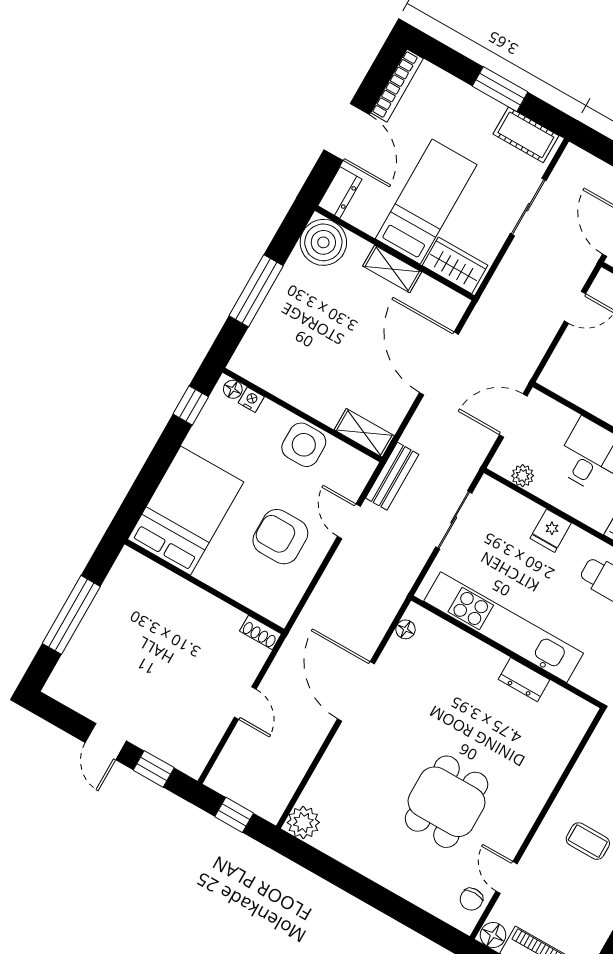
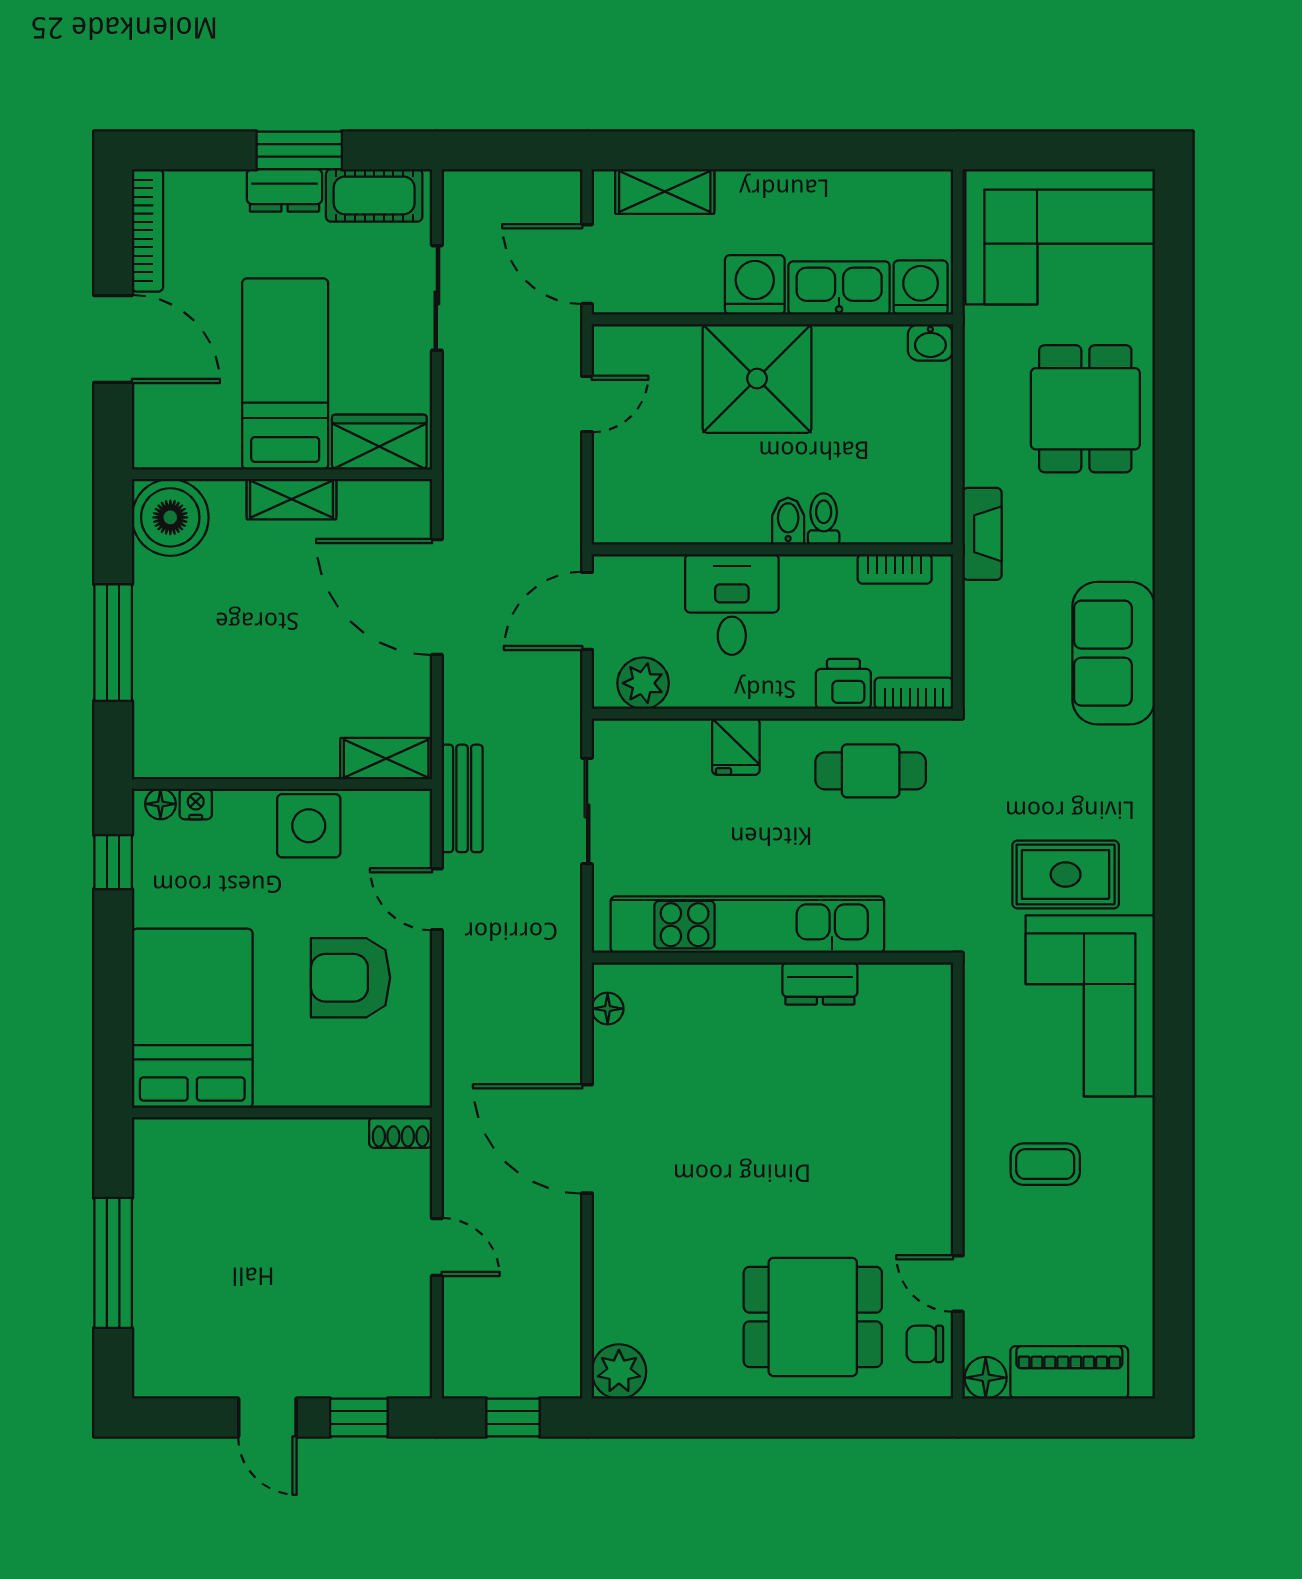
dresser: (340, 193) -> (285, 190), moved, turned 90
plant: (523, 476) -> (643, 683), width x1.38, depth x1.38
dining table: (447, 802) -> (813, 1317), moved, turned 90
chair: (471, 899) -> (925, 1344), turned 90

